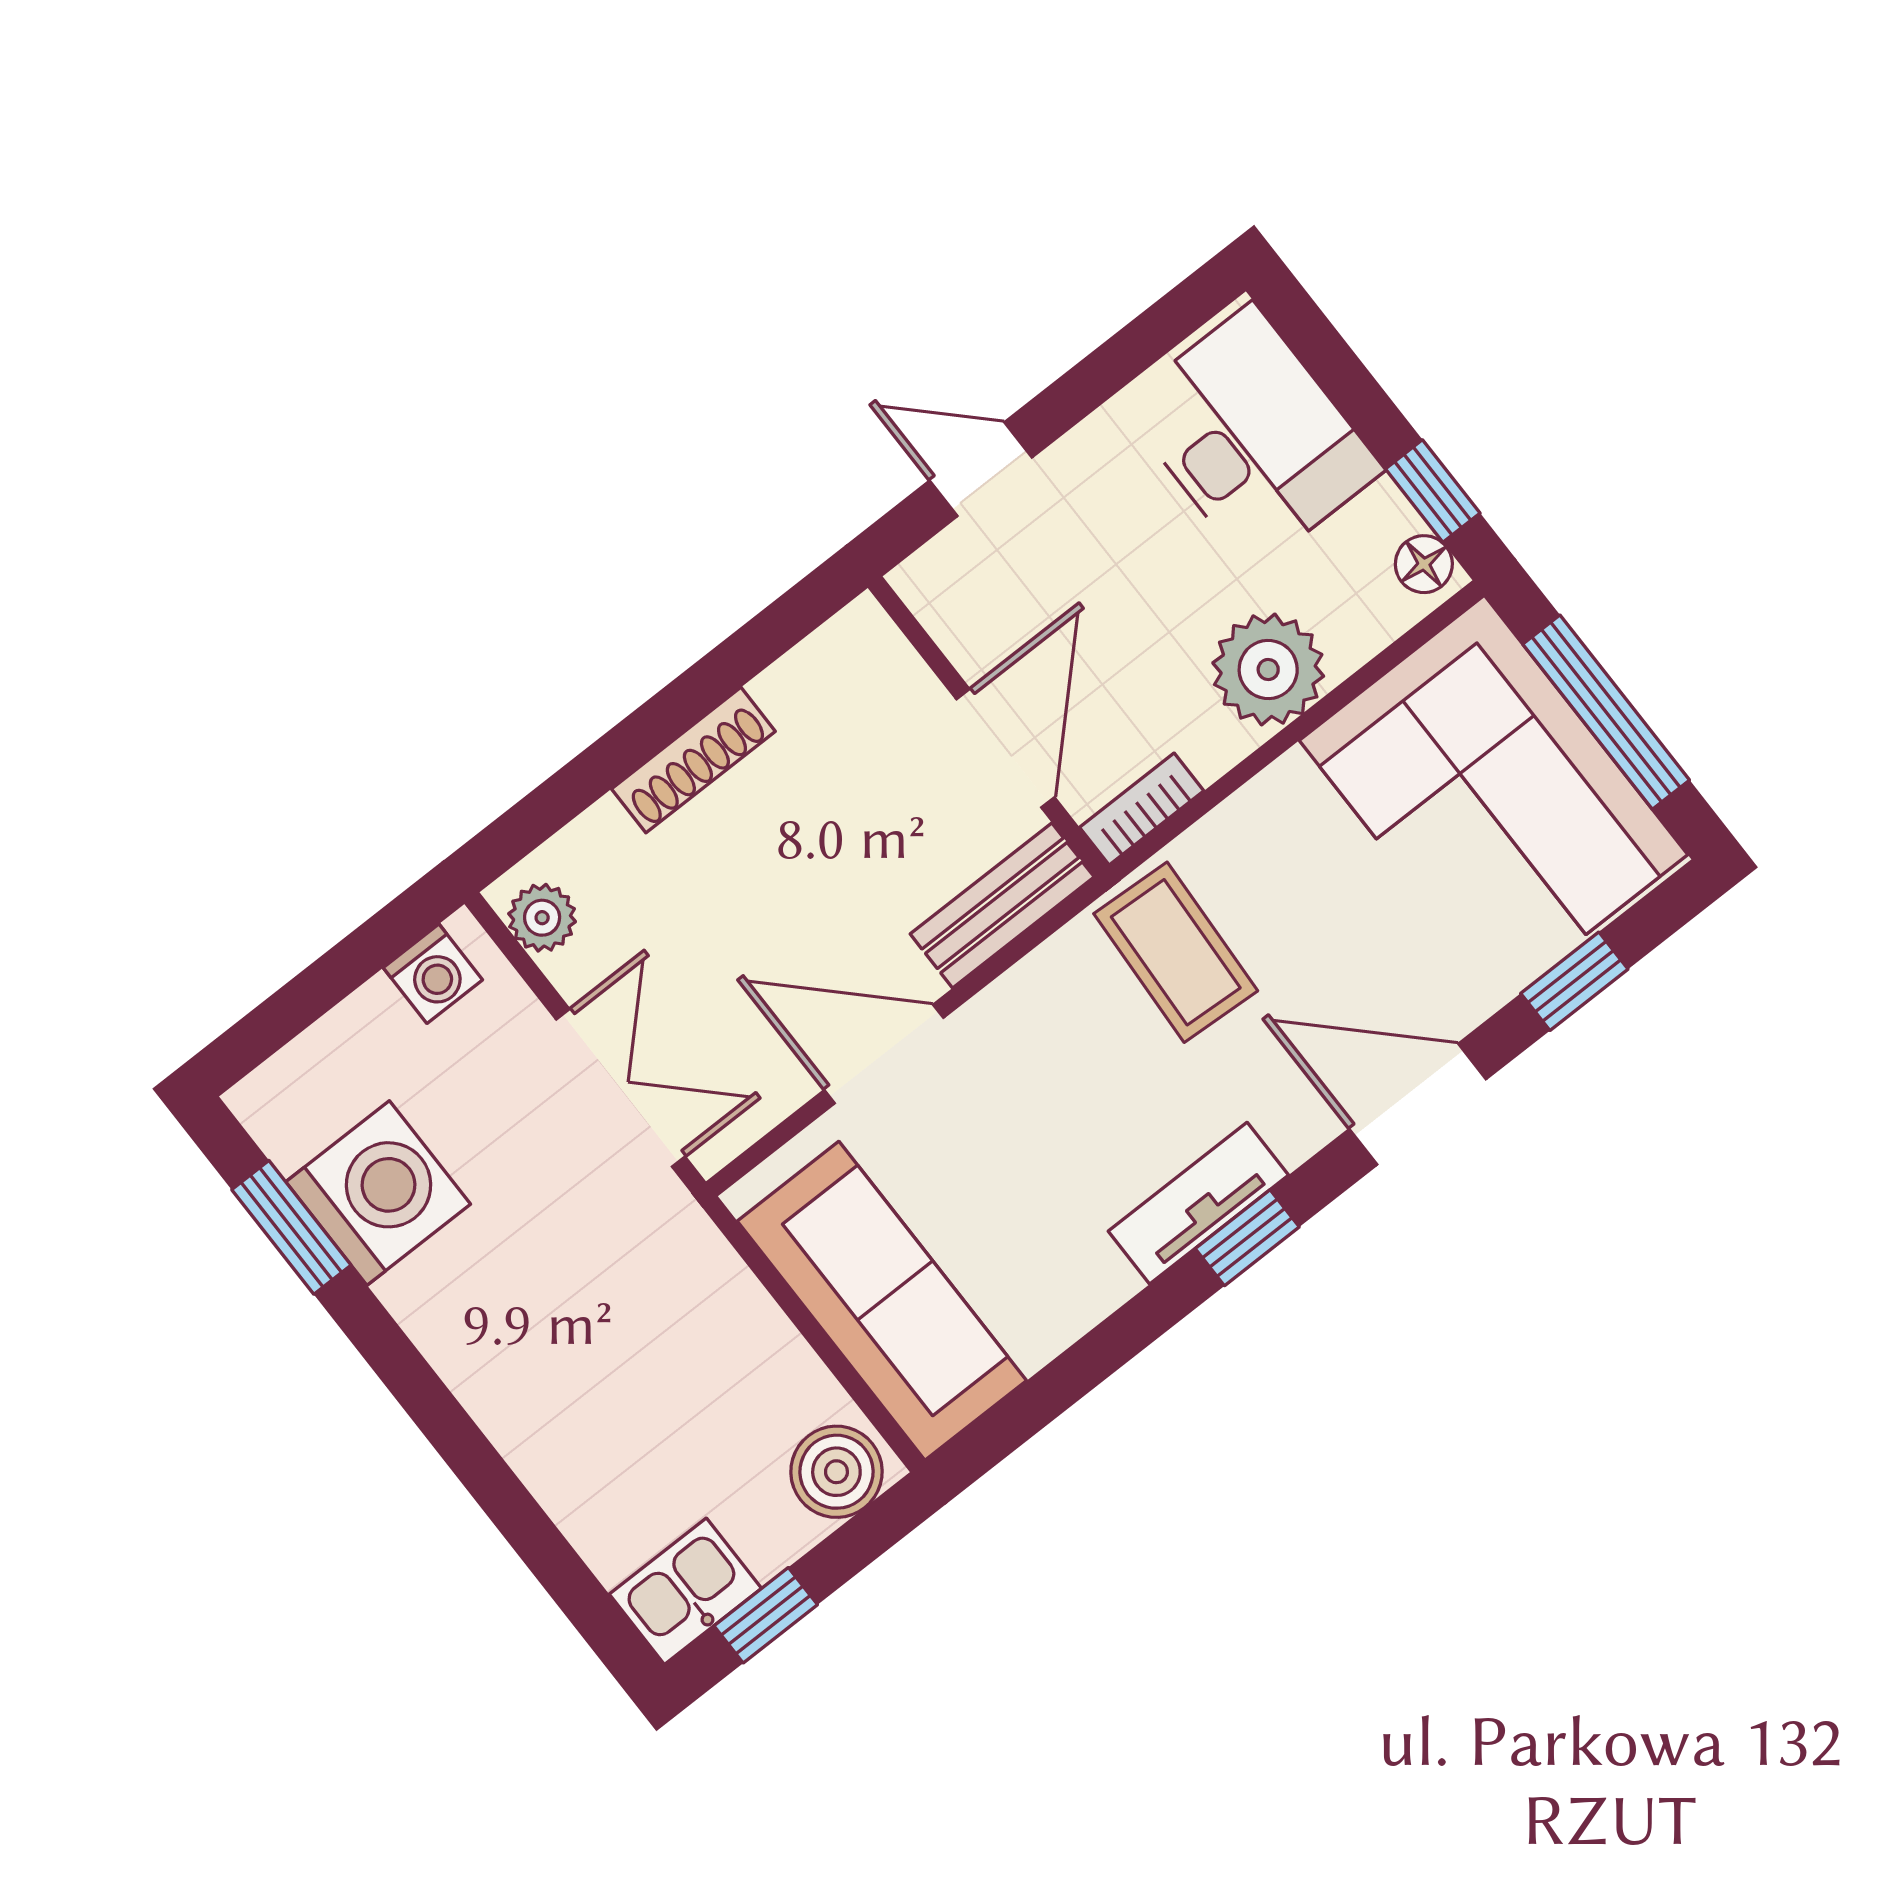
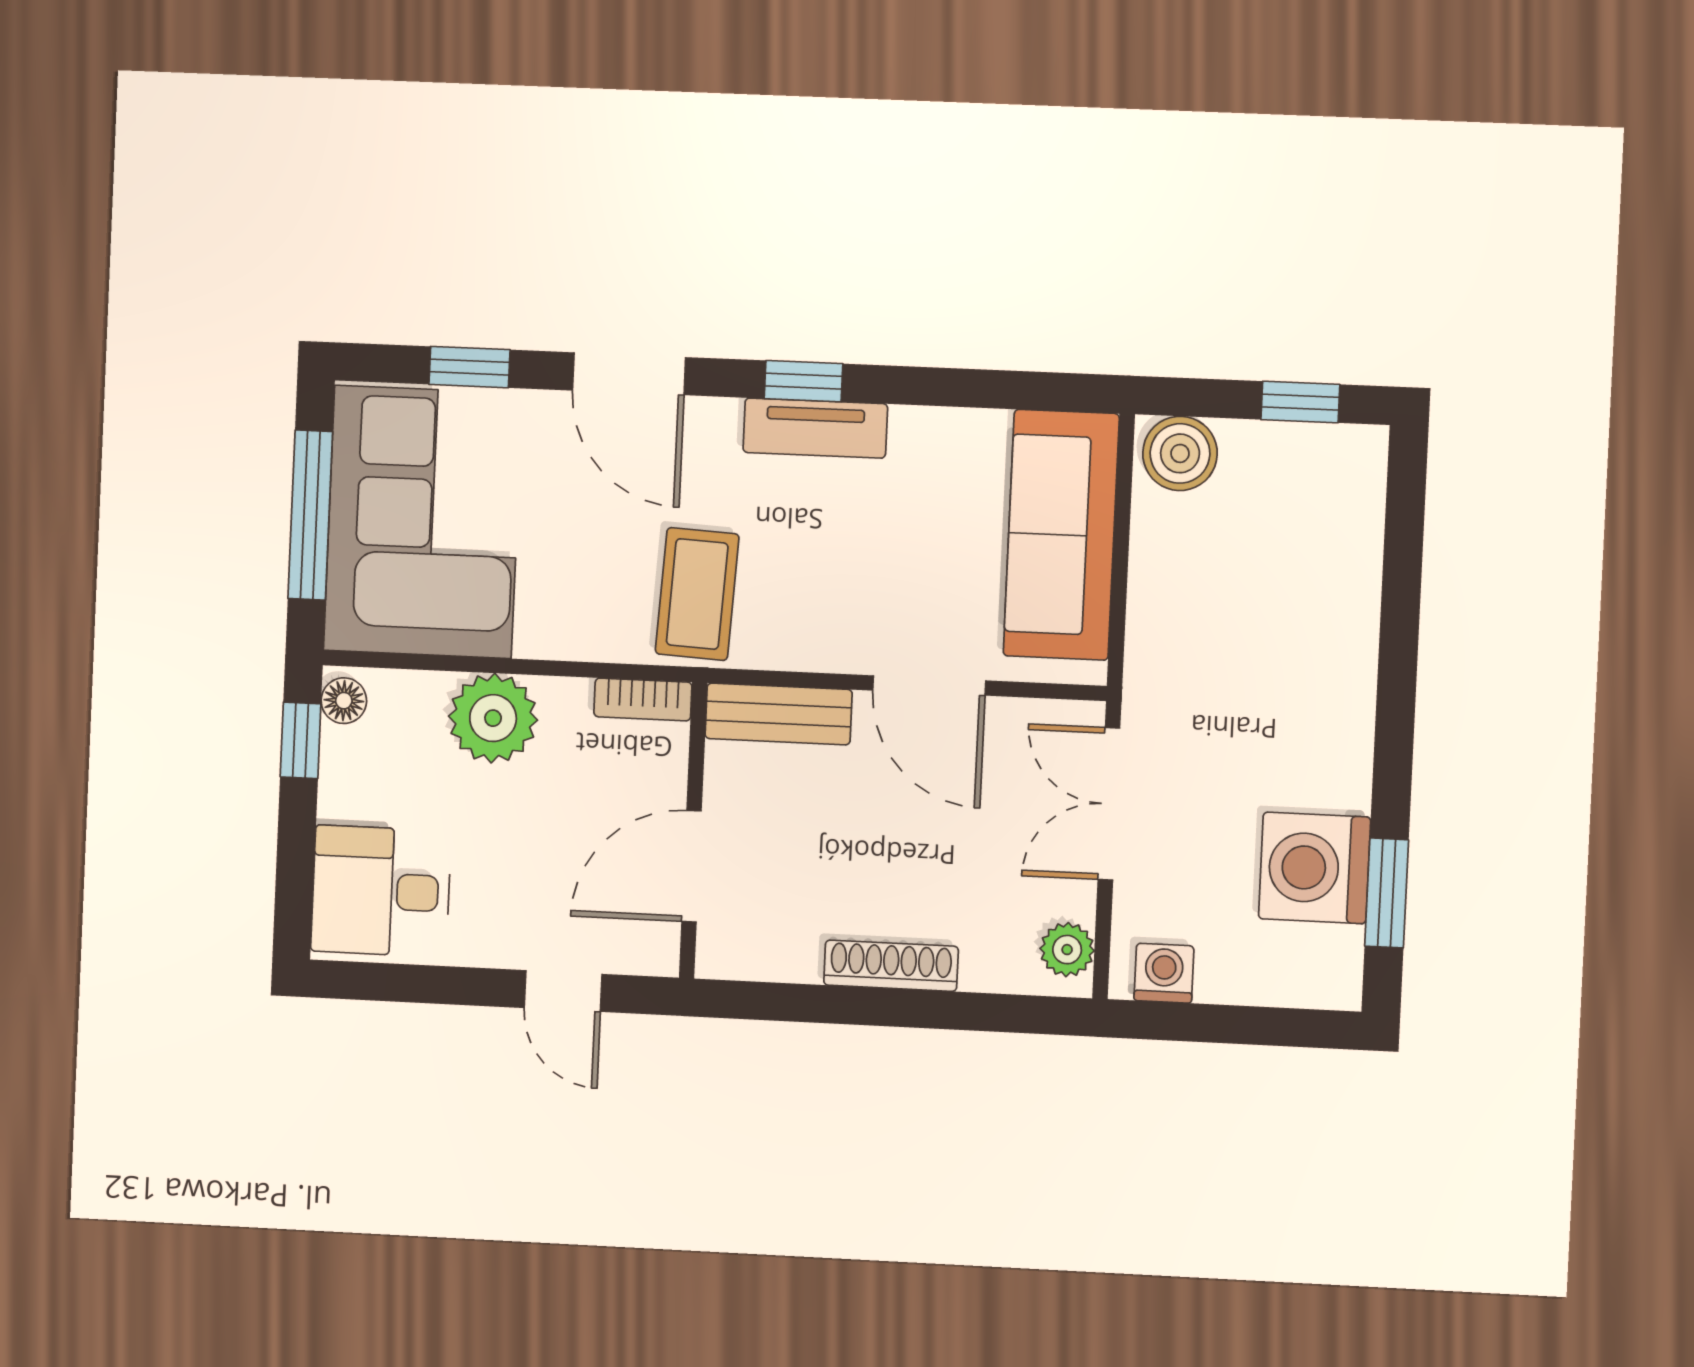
desk: (1252, 437) -> (381, 891), width x0.73
door: (1005, 748) -> (692, 866), moved
kitchen sink: (685, 1591) -> (1337, 459), removed

